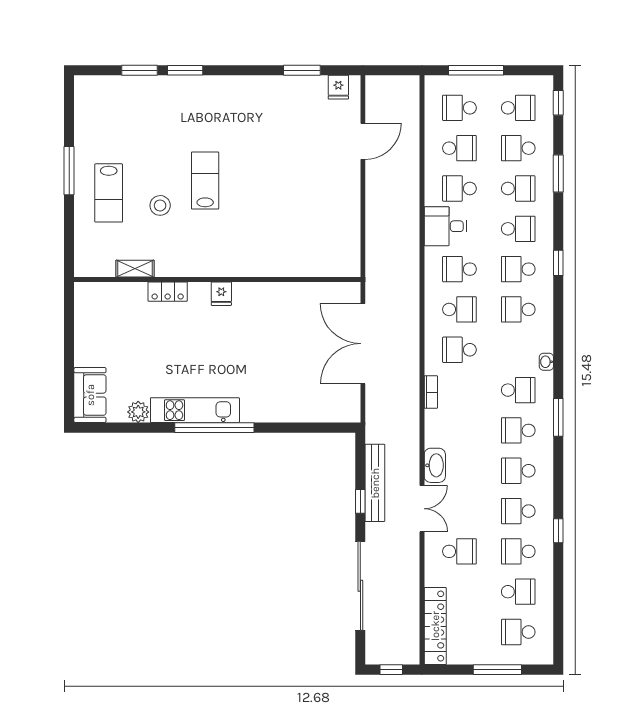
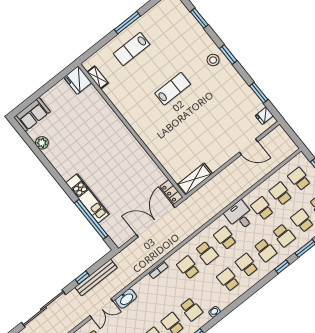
window: (185, 70) -> (228, 55), moved
school desk: (459, 148) -> (281, 194), turned 180
stool: (160, 205) -> (213, 60), moved
shelving: (349, 247) -> (195, 179), added
window: (558, 263) -> (282, 267), moved
shelving: (135, 269) -> (98, 78), moved
locker: (168, 292) -> (171, 192), moved
fridge: (221, 294) -> (78, 80), moved, width x1.88, depth x1.34
kitchen unit: (195, 410) -> (88, 198), moved
window: (214, 428) -> (91, 219), moved

